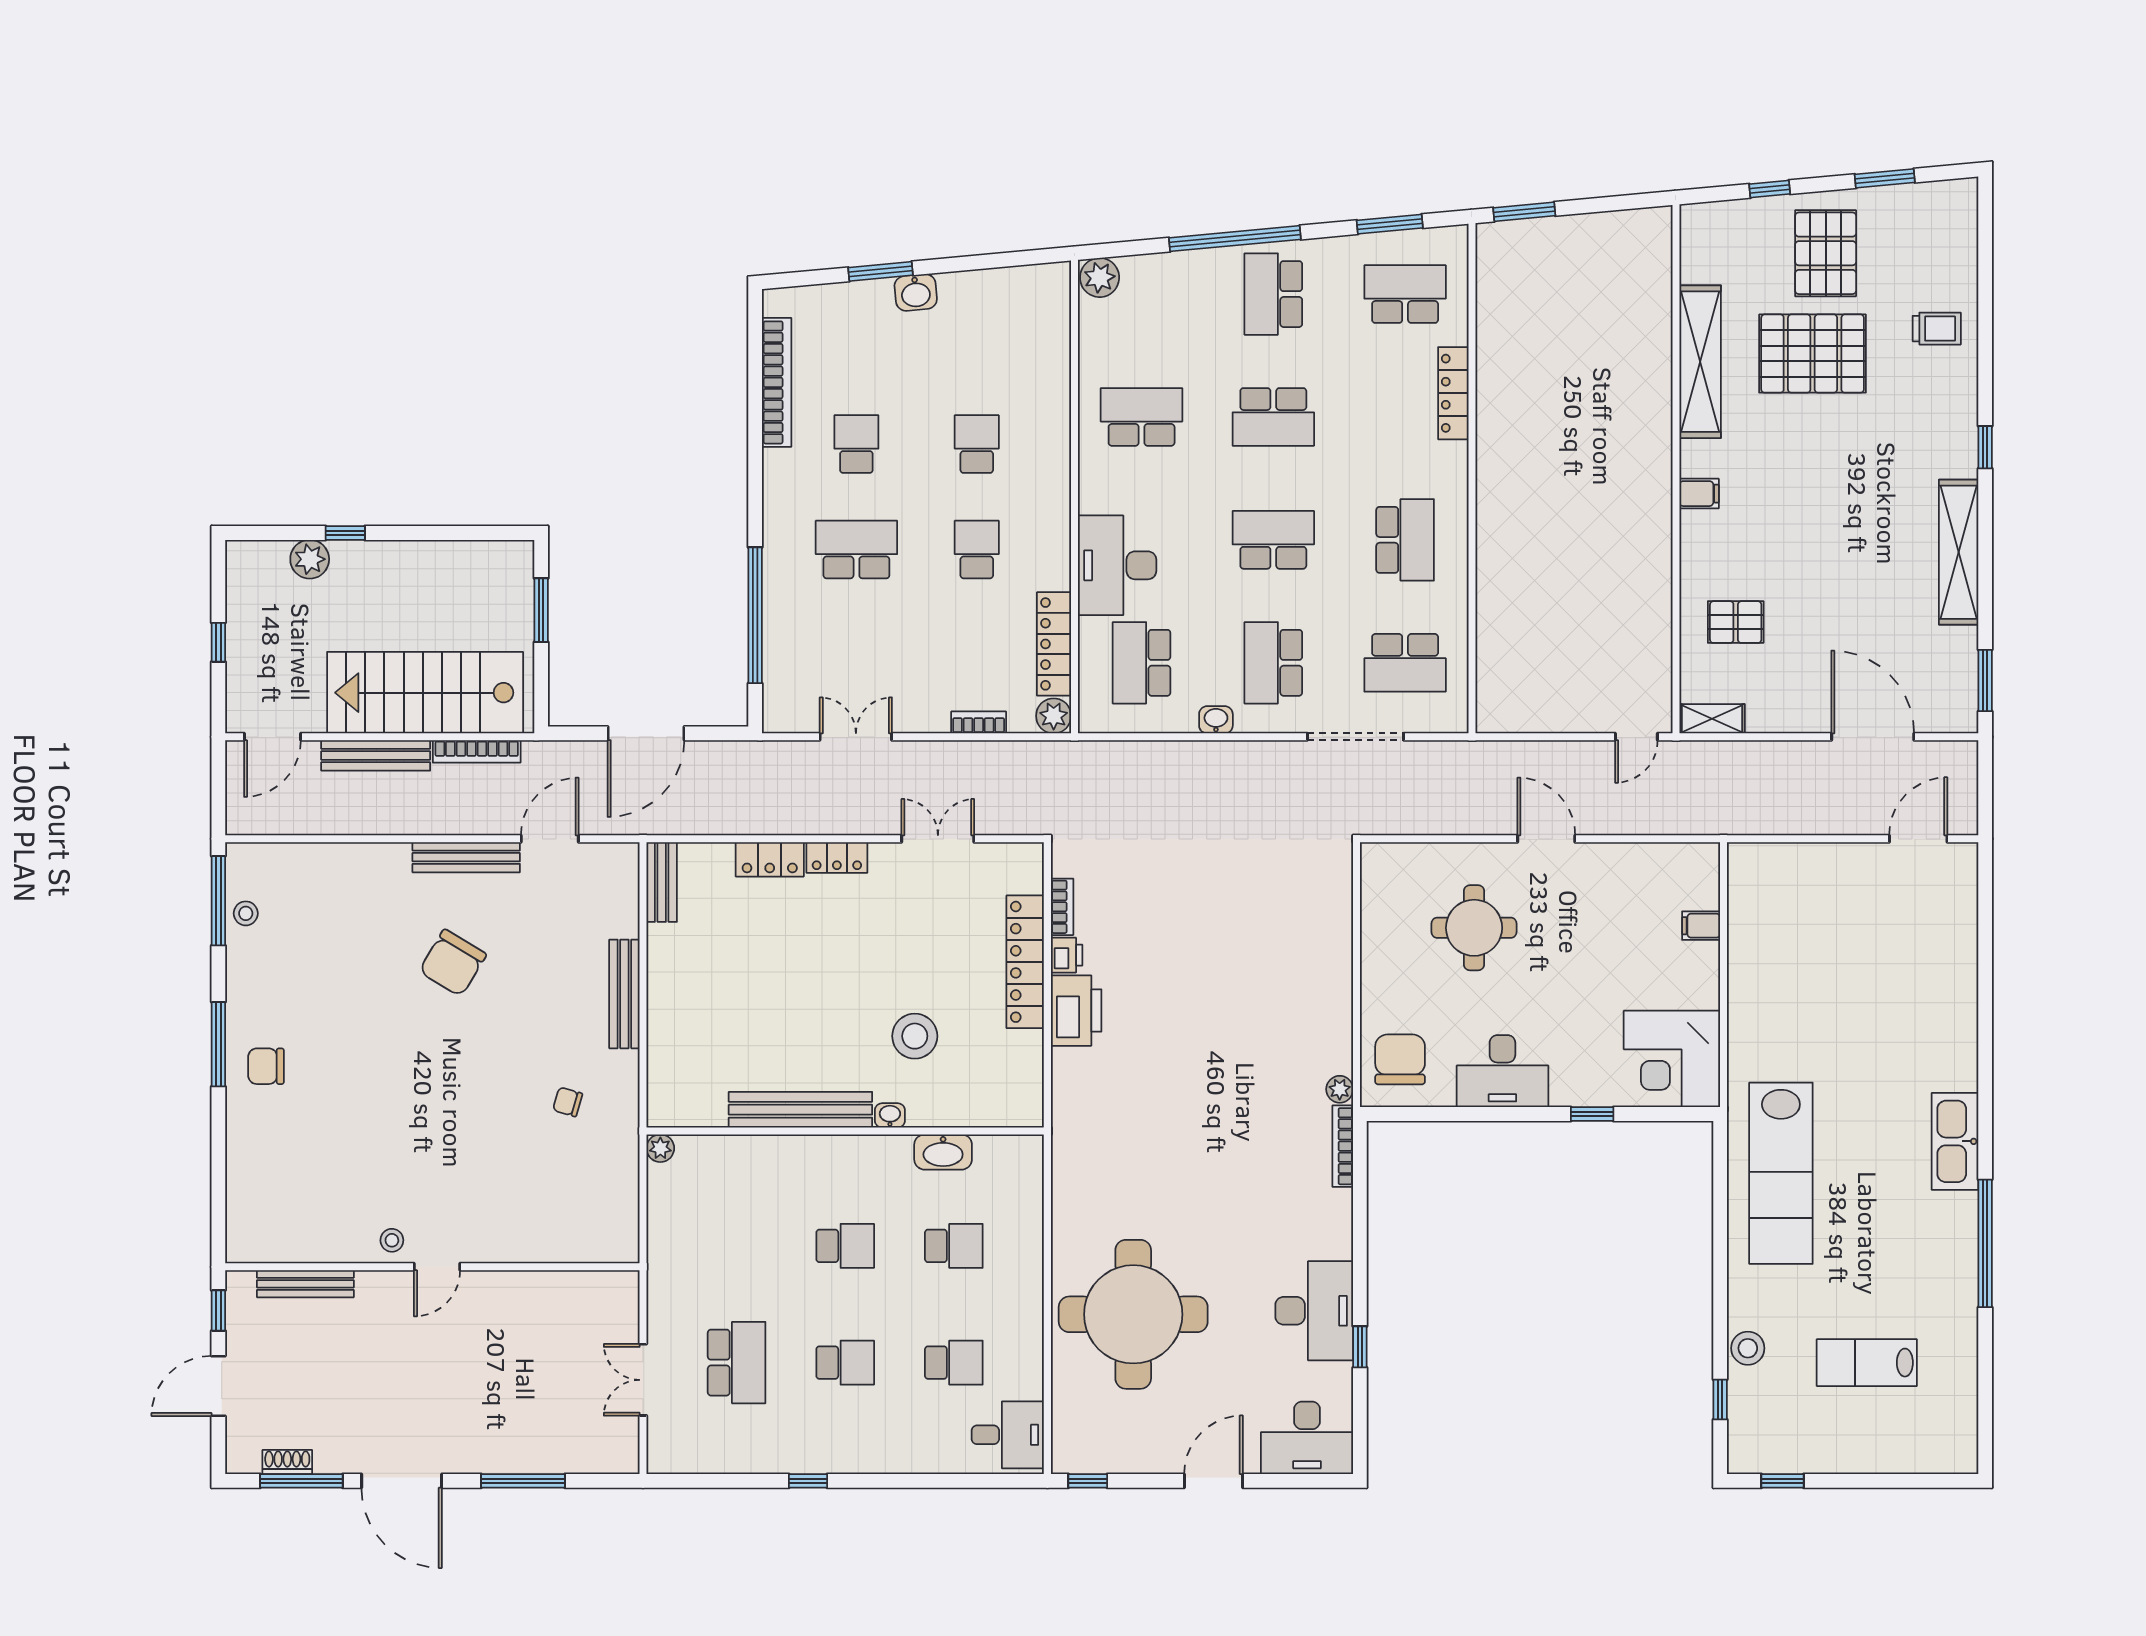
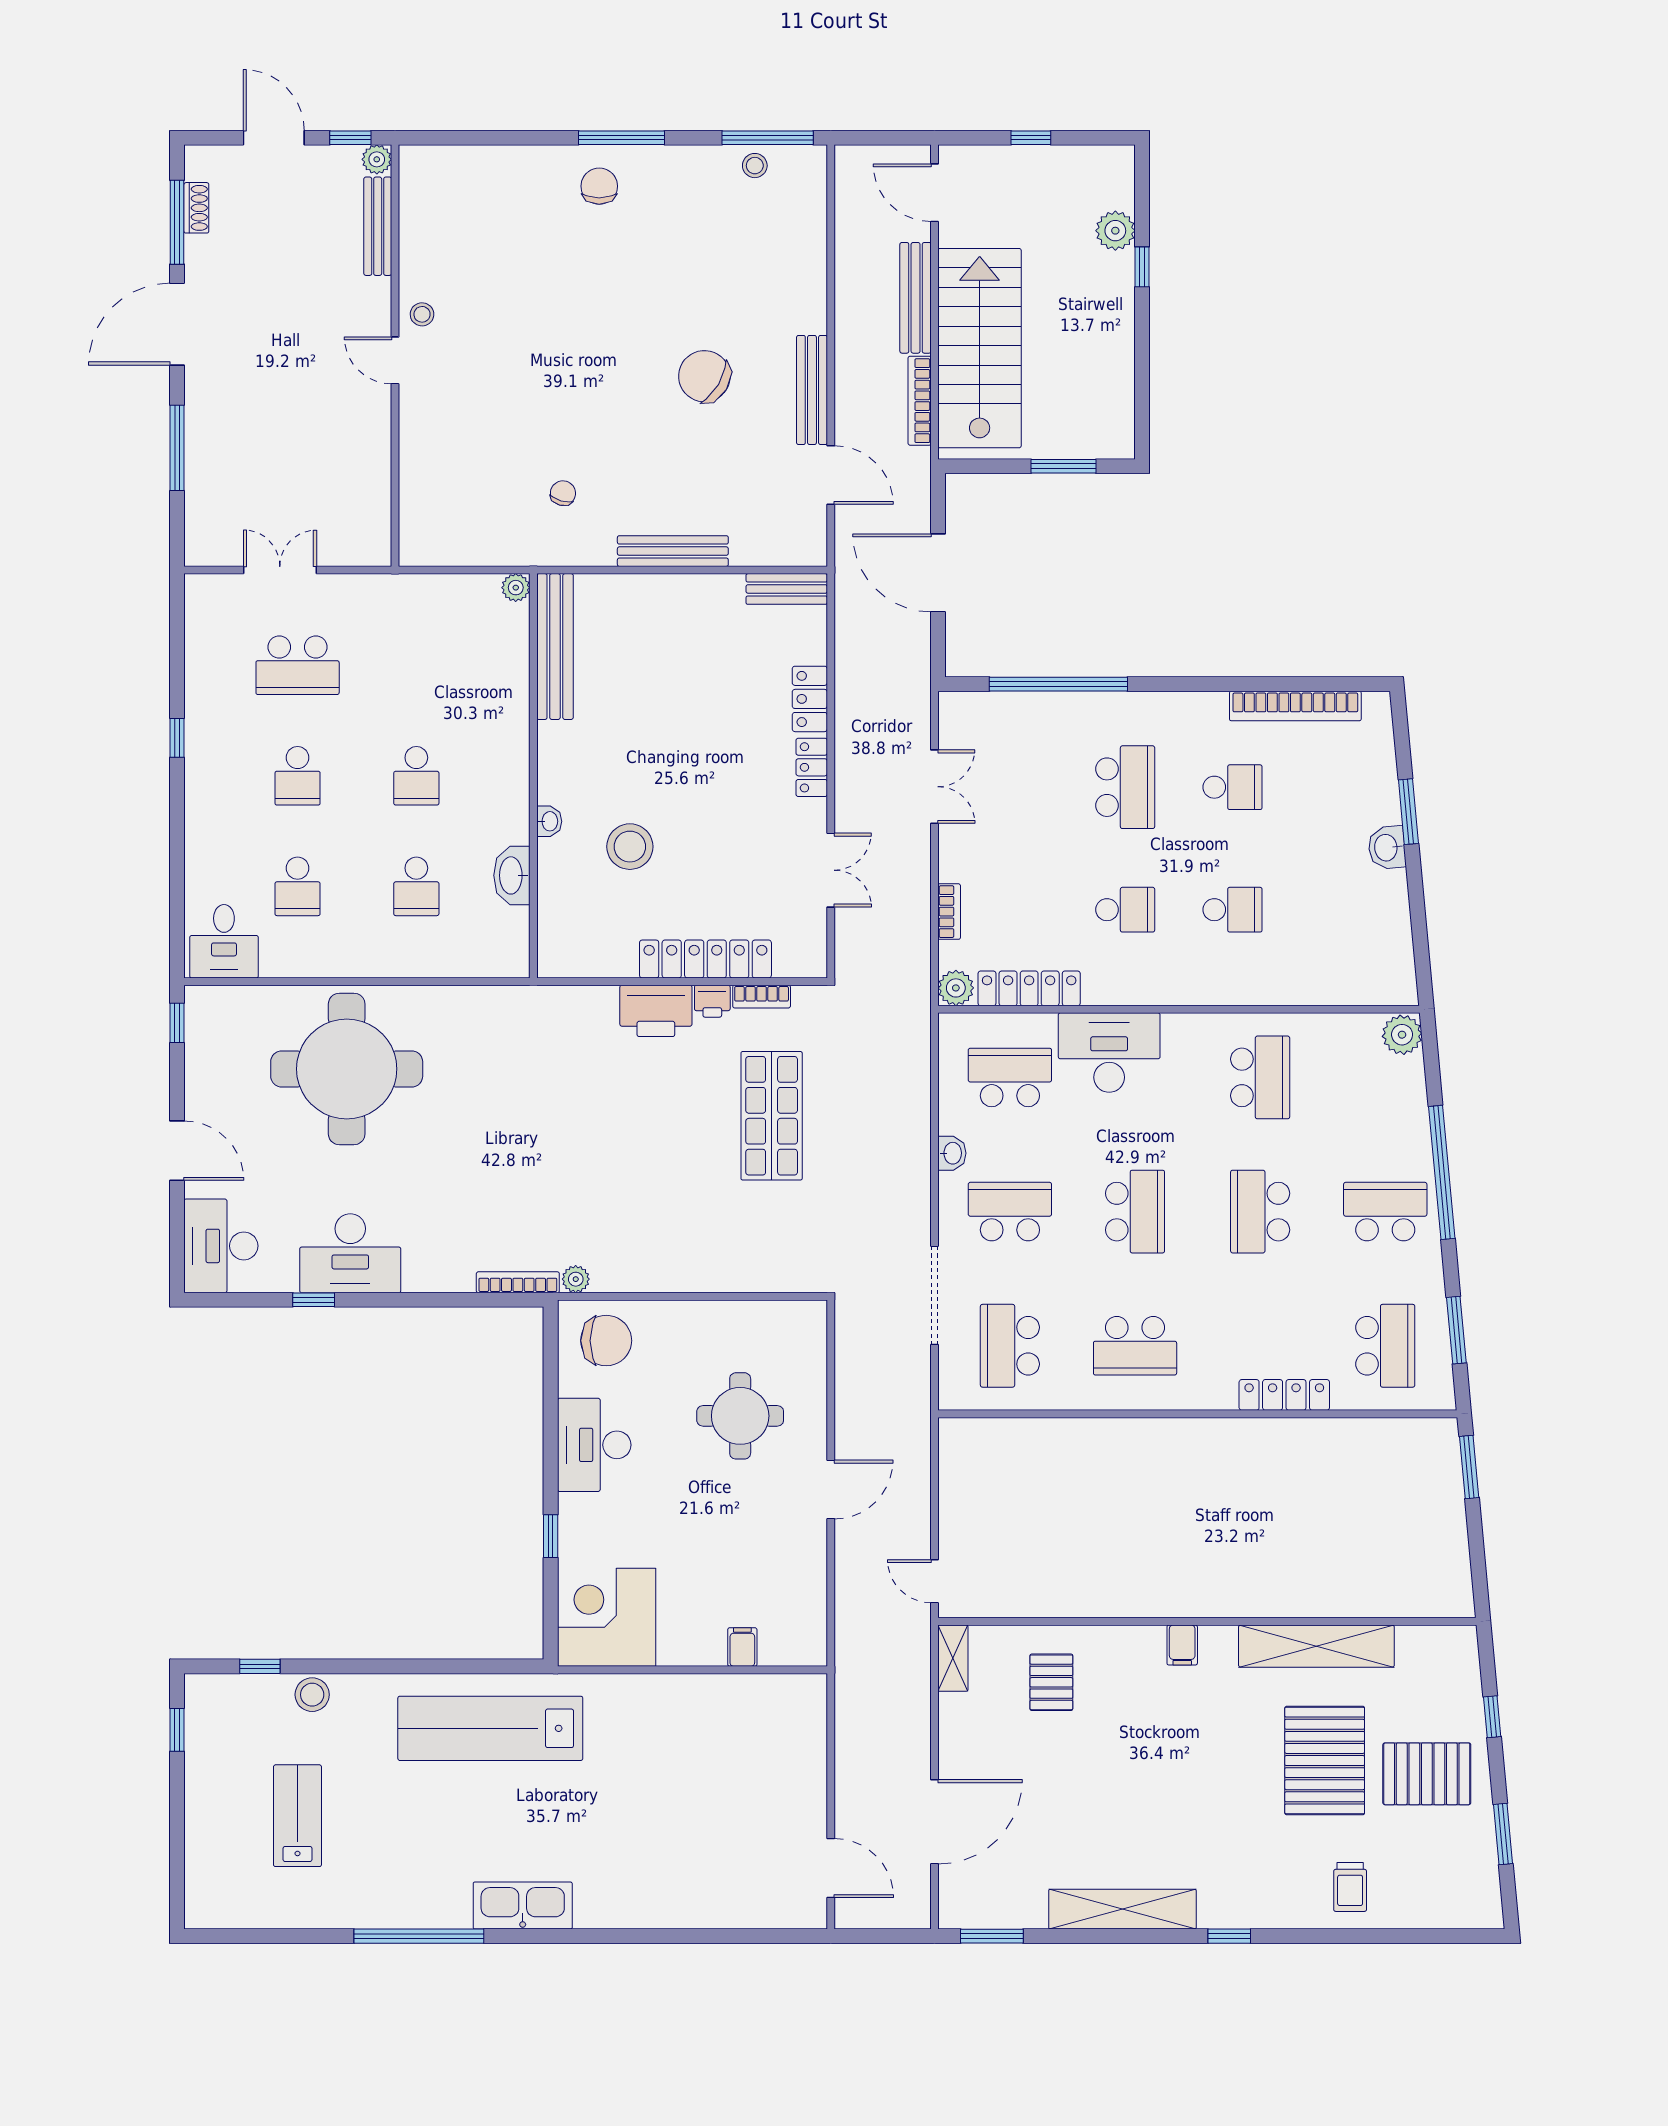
shop shelf: (1179, 897) -> (772, 1116), added
bench: (800, 1110) -> (555, 647), moved
plant: (240, 1285) -> (377, 159), added

